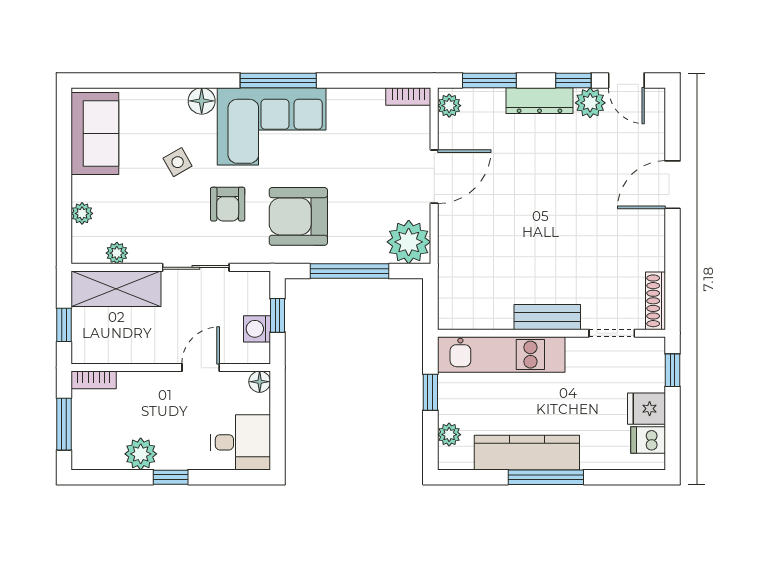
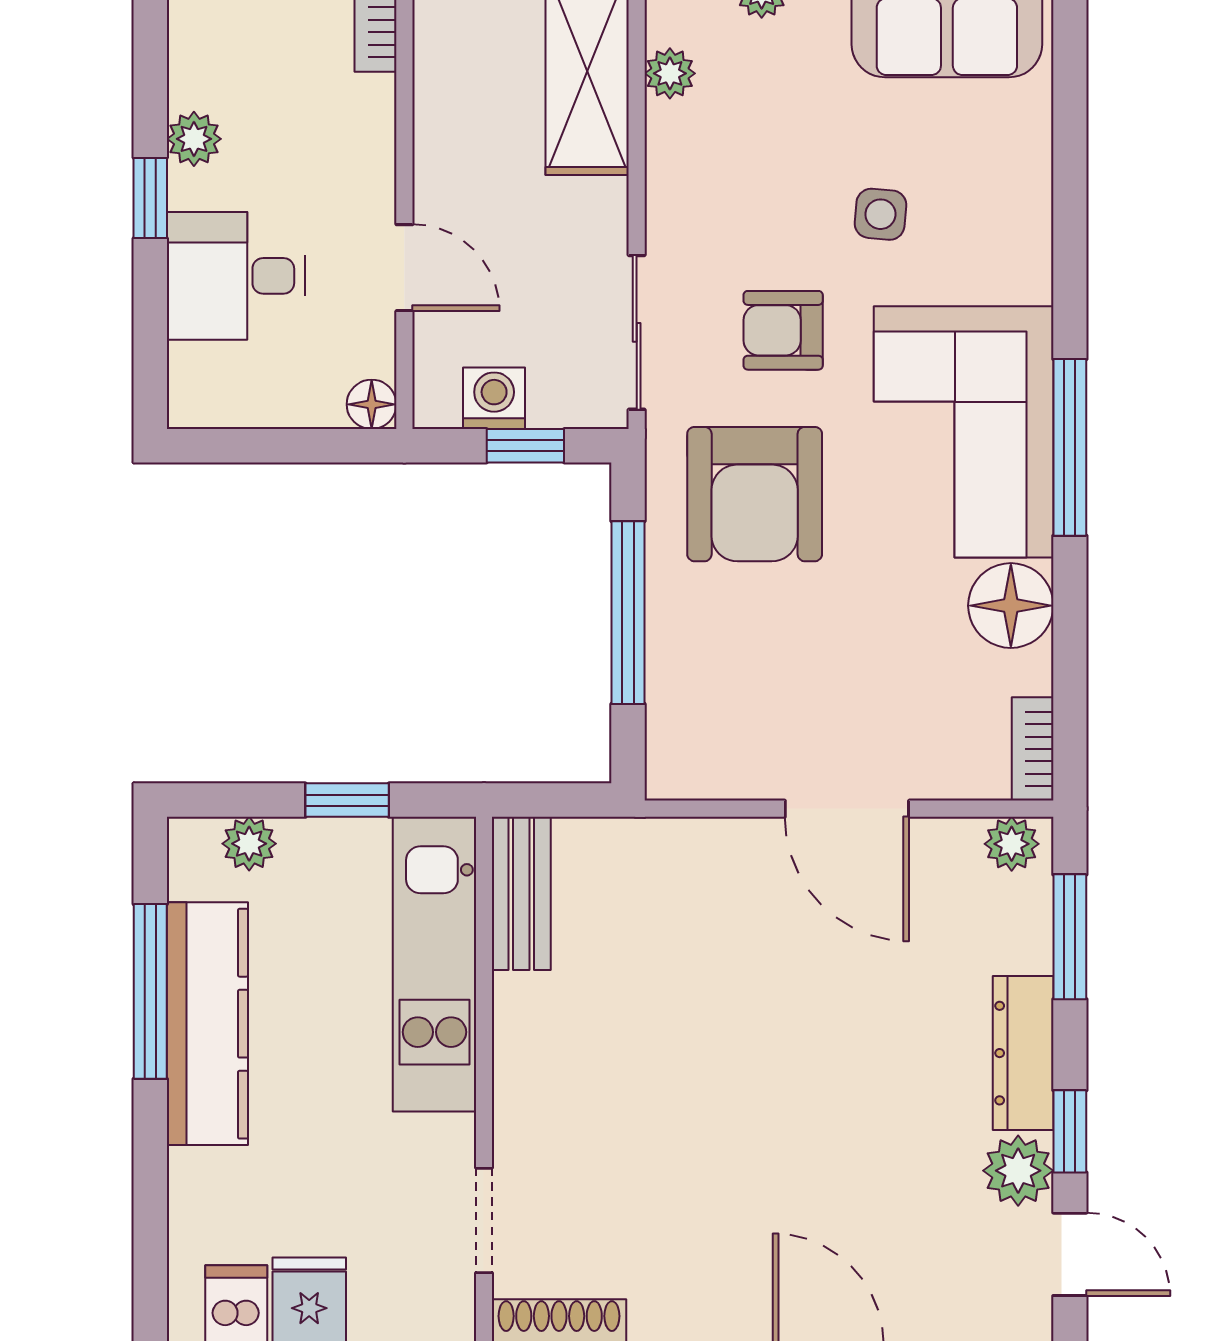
door: (626, 80) -> (1070, 1254), swing flipped
floor lamp: (202, 101) -> (1011, 606), moved, width x1.38, depth x1.38
side table: (178, 162) -> (880, 214), turned 35
armchair: (298, 216) -> (755, 494), turned 180
plant: (409, 242) -> (695, 750), removed
sliding door: (196, 267) -> (637, 332), moved
bench: (547, 317) -> (521, 893), moved
desk: (241, 442) -> (236, 276), moved, turned 90
plant: (141, 454) -> (194, 139), width x0.73, depth x0.73
window: (546, 477) -> (150, 991), moved

